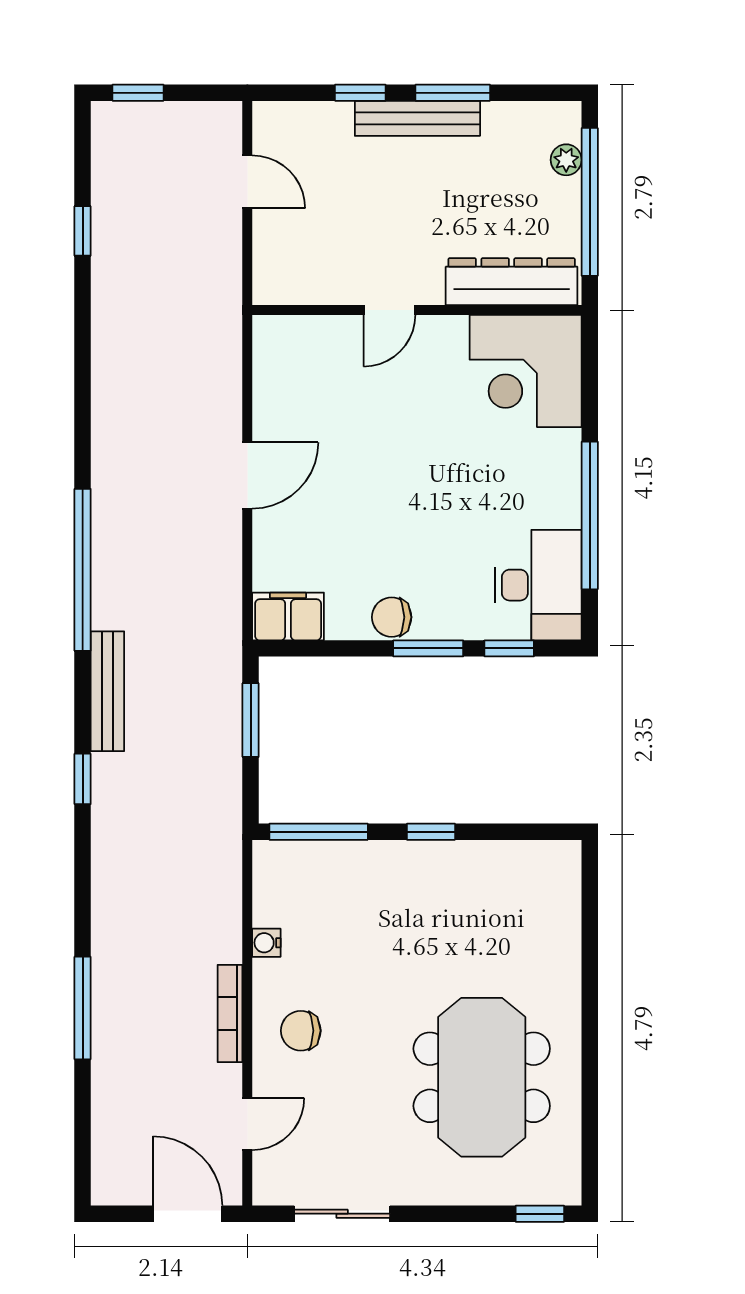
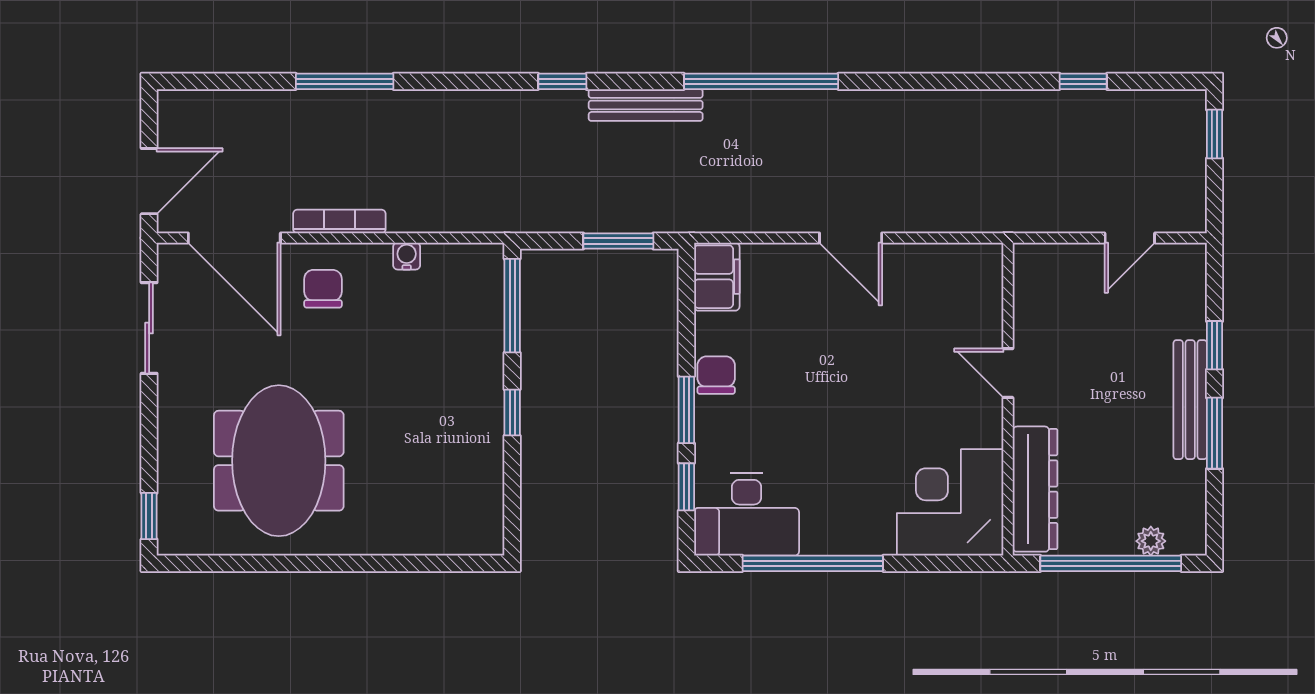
meeting table: (482, 1077) -> (279, 461), turned 90
door: (247, 1124) -> (234, 238), width x1.87

